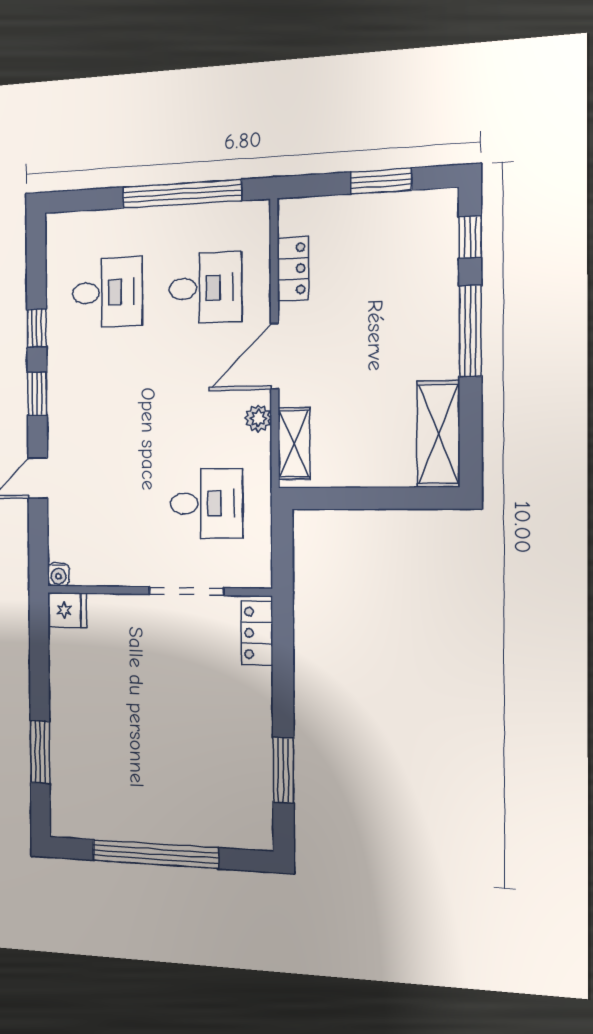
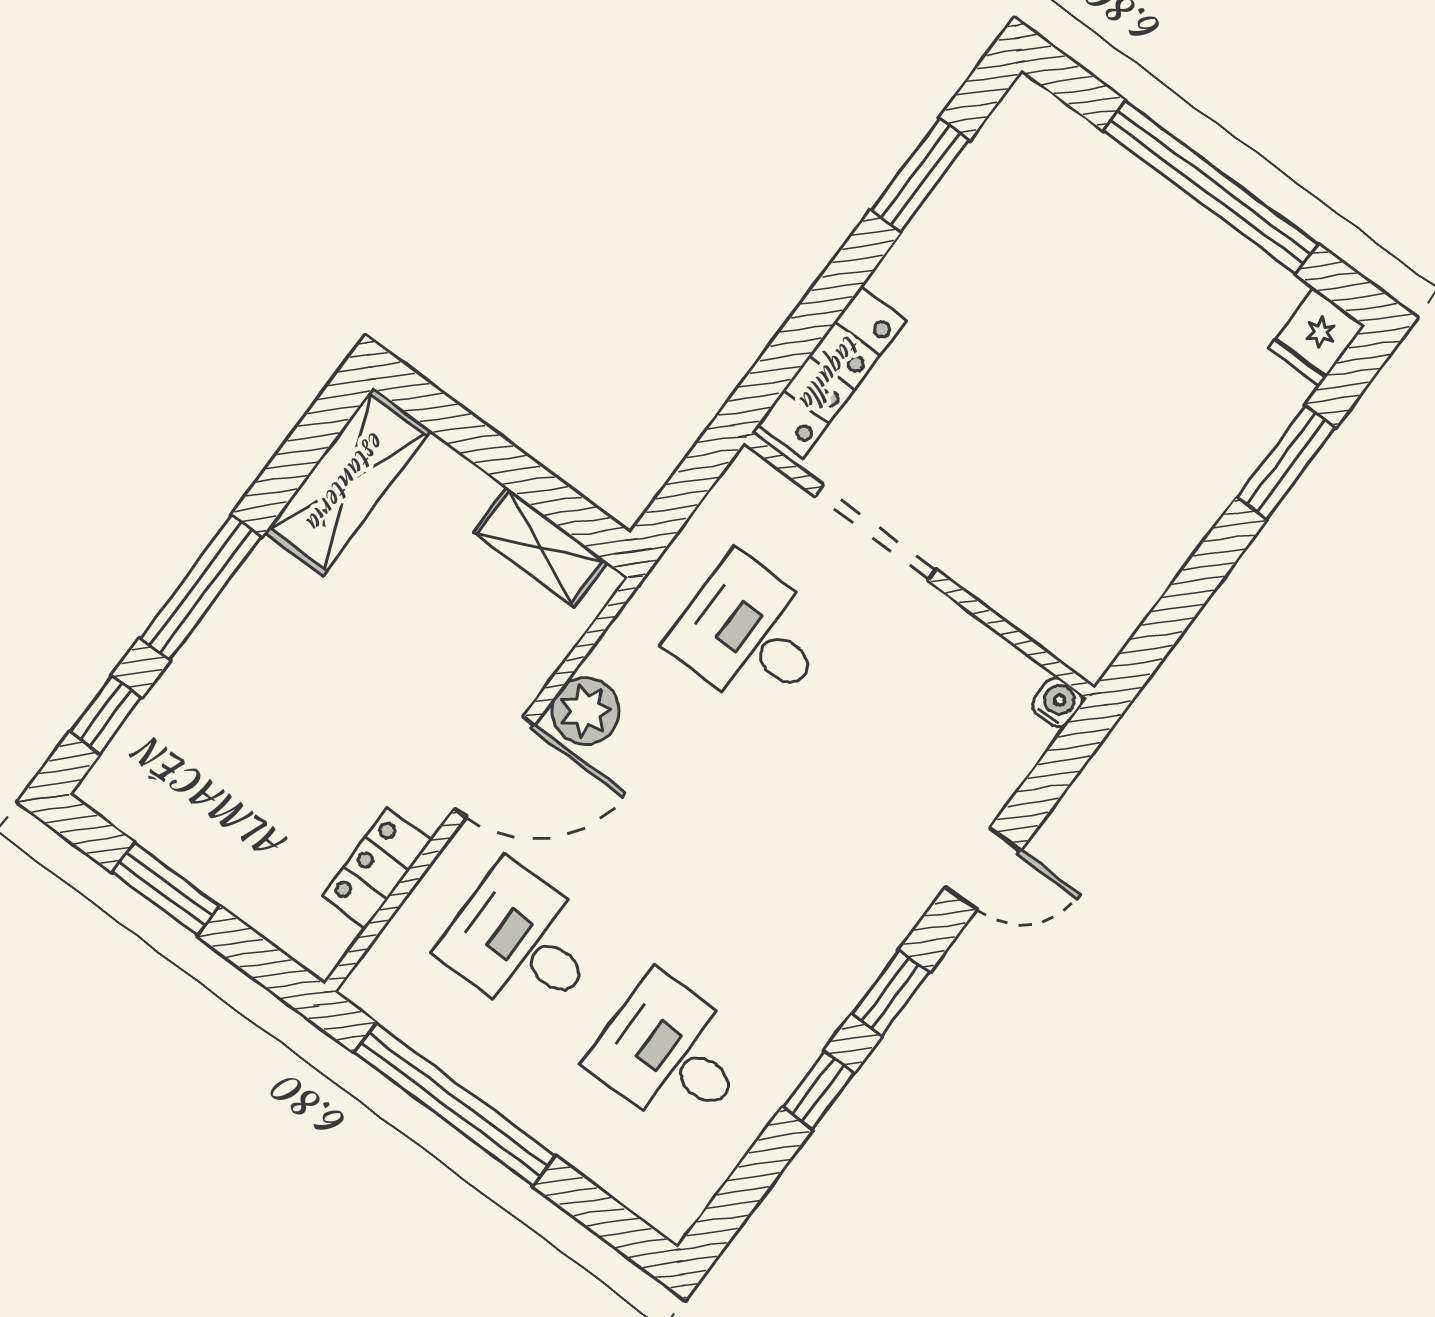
plant: (258, 418) -> (585, 711), width x1.38, depth x1.38
shelving: (294, 444) -> (540, 547), moved, turned 90
fridge: (67, 610) -> (1317, 337), moved, turned -90
locker: (257, 633) -> (832, 373), width x1.53

